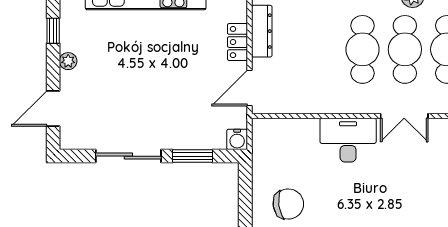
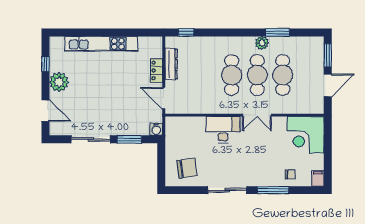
plant: (68, 61) -> (59, 82), width x1.87, depth x1.87
door: (250, 88) -> (164, 98), hinge flipped
door: (53, 109) -> (45, 111), swing flipped

